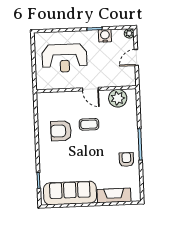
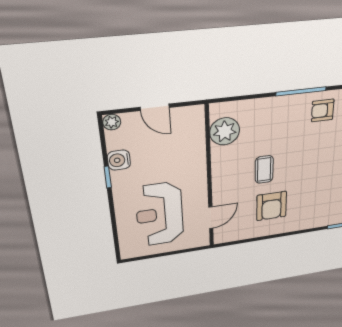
reception desk: (65, 58) -> (160, 214), turned 180
door: (90, 89) -> (211, 218), moved

